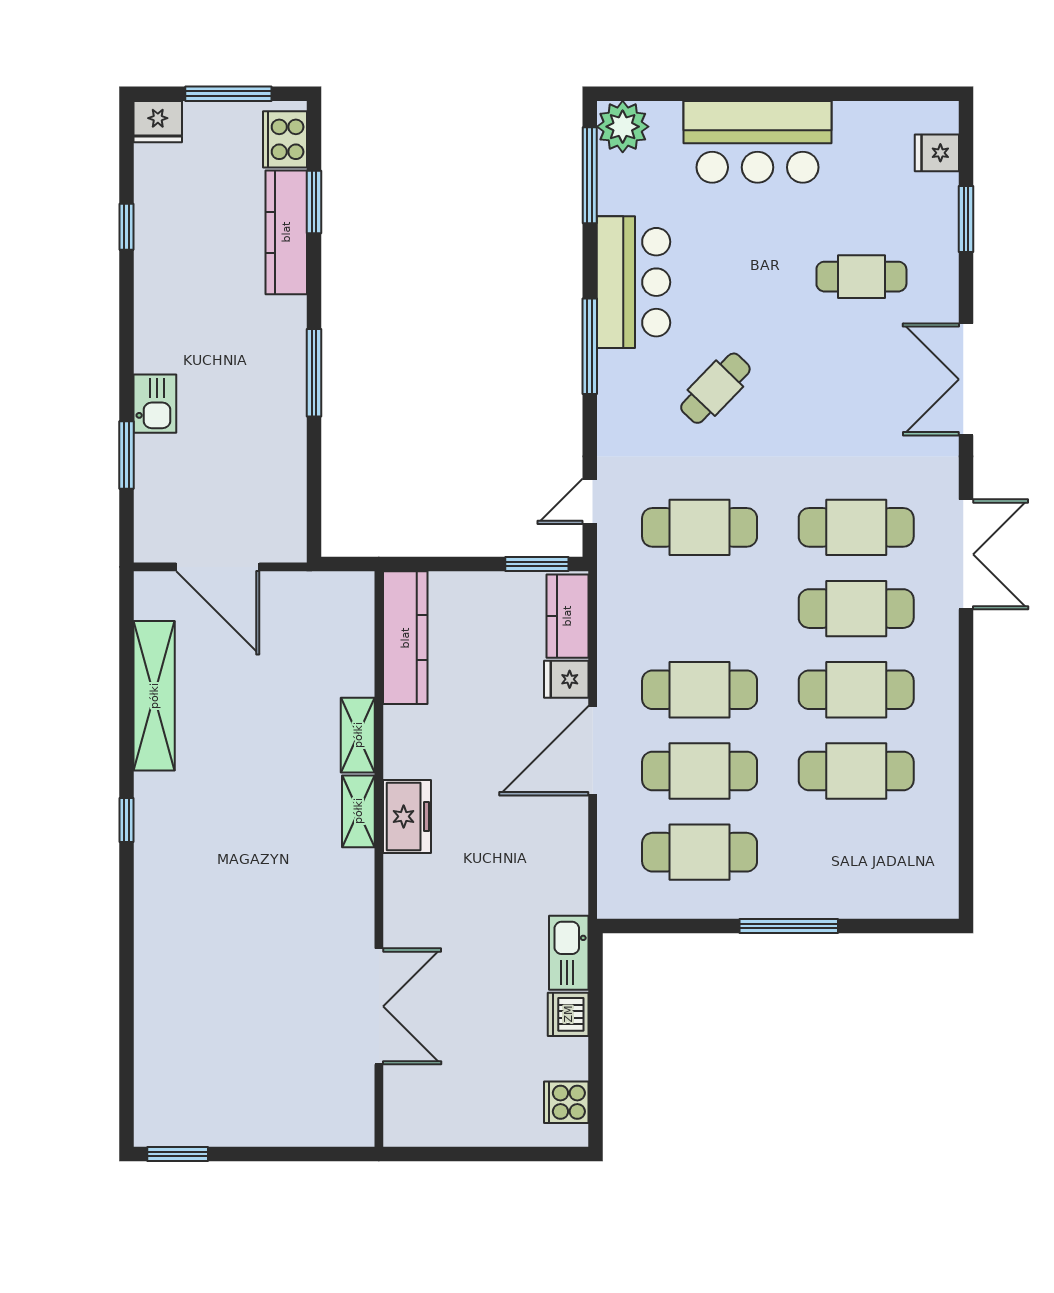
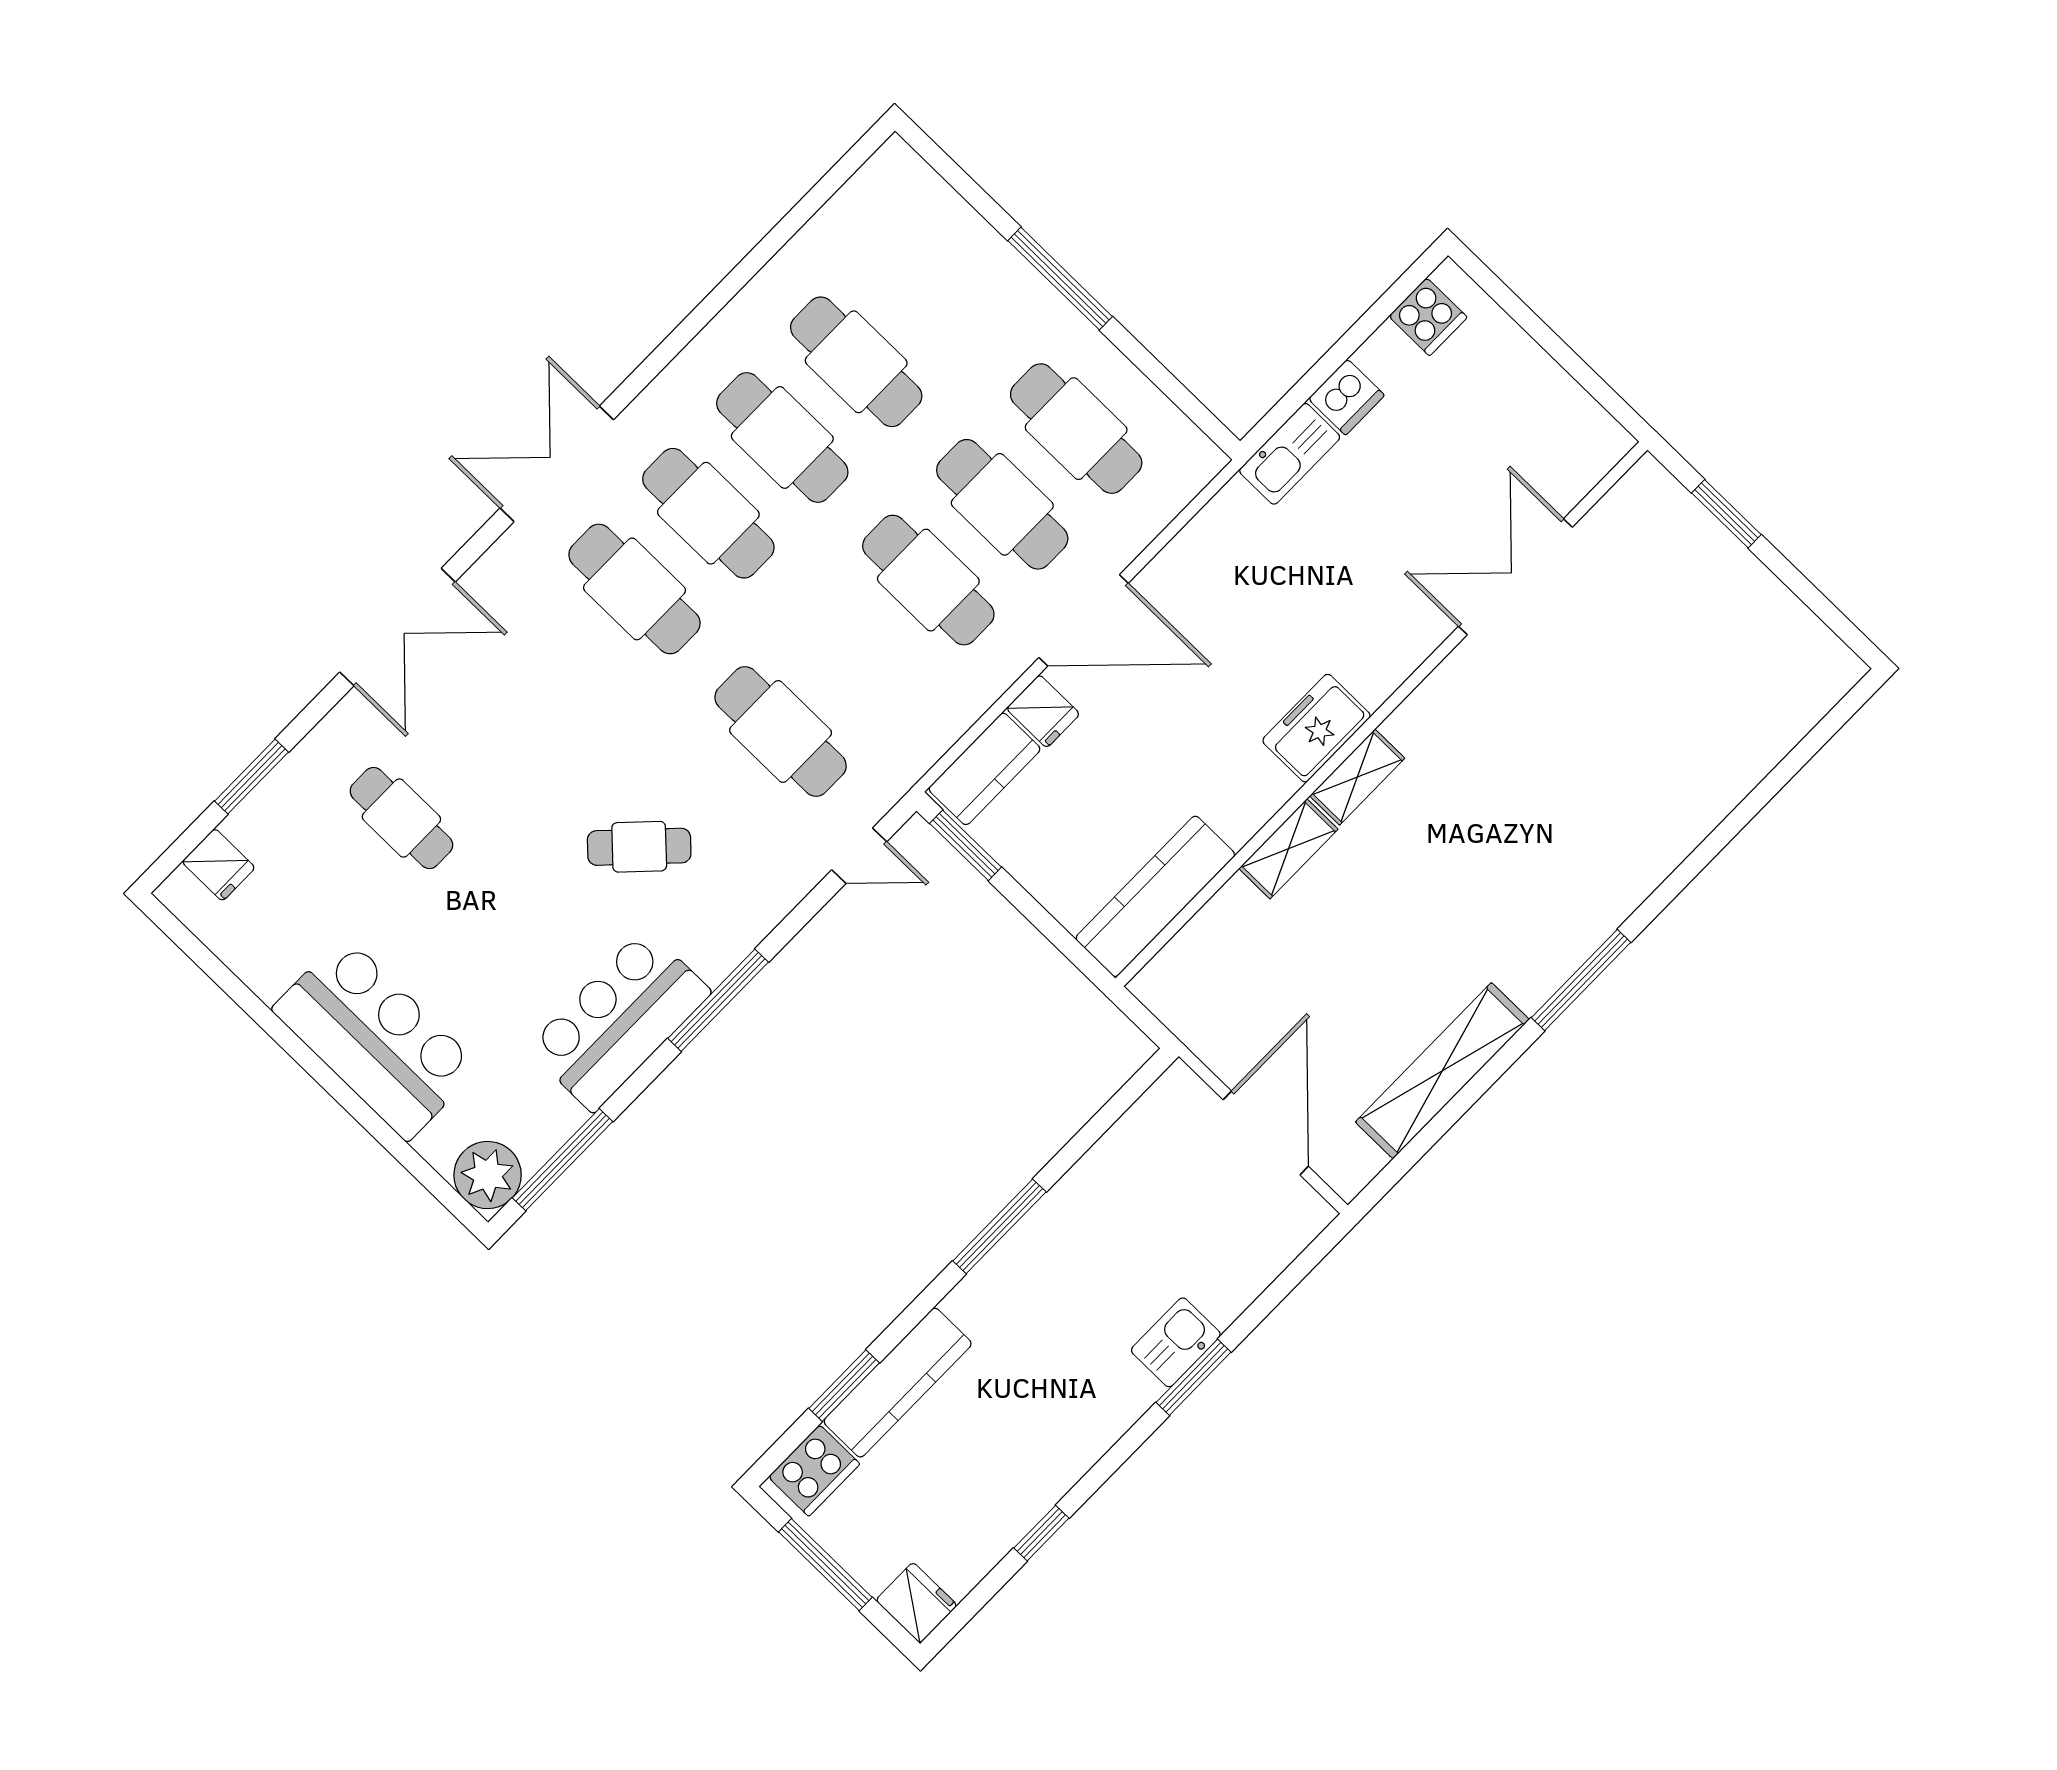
window: (127, 455) -> (1193, 1377), moved
window: (127, 820) -> (1581, 980), width x2.17
window: (178, 1154) -> (1726, 514), moved

